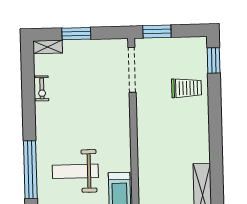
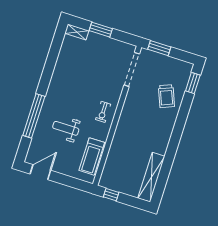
exercise bike: (42, 88) -> (103, 112), moved
trolley: (186, 88) -> (166, 96), turned 68
weight bench: (75, 171) -> (66, 128), width x0.73, depth x0.75

